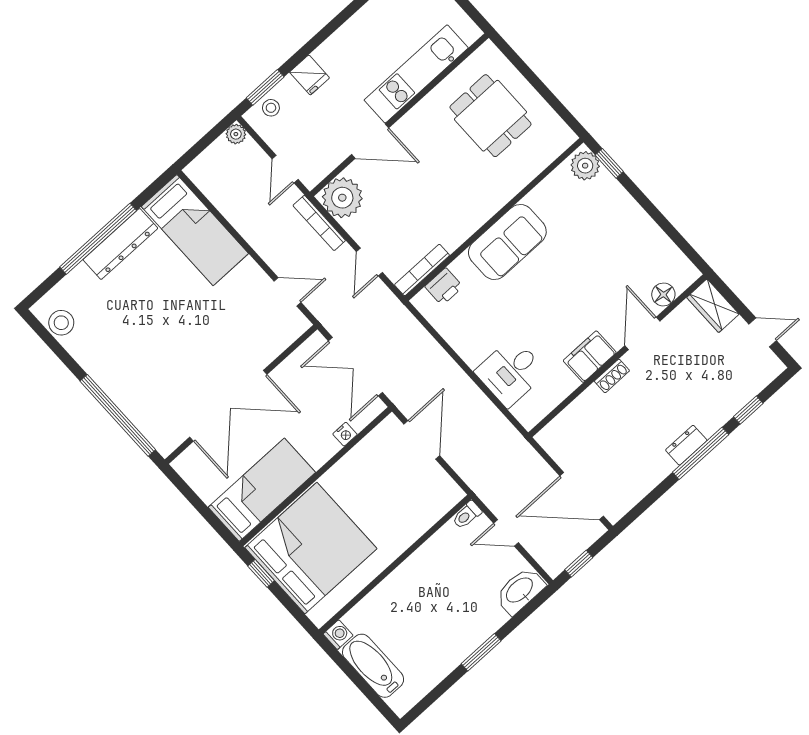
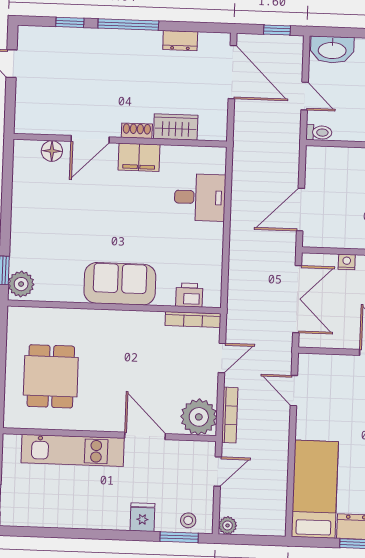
wardrobe: (713, 306) -> (176, 127), moved, turned -90
dresser: (686, 445) -> (180, 41), moved

